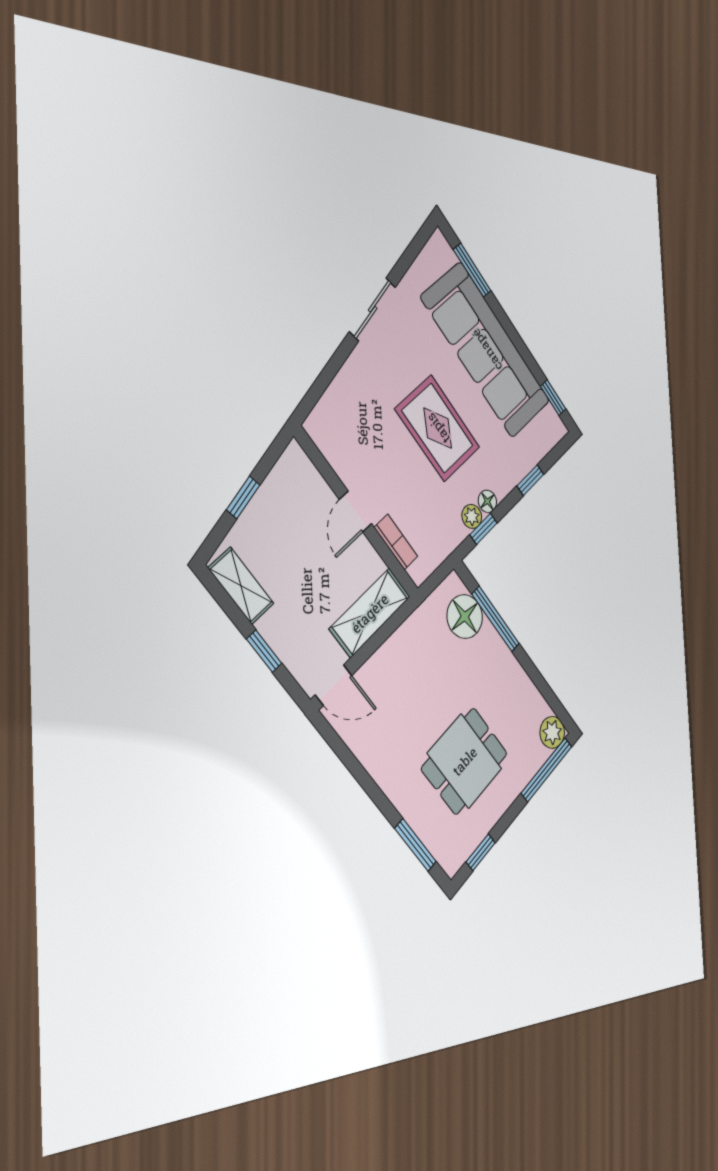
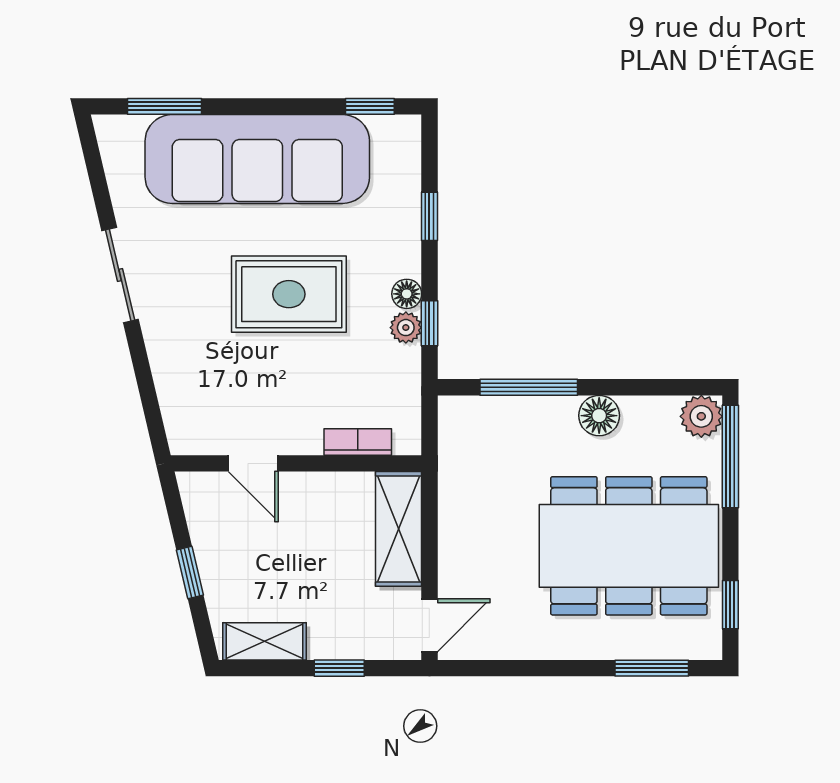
door: (356, 512) -> (253, 463), moved
floor lamp: (465, 617) -> (599, 416), moved, width x0.73, depth x0.73
dining table: (465, 761) -> (629, 546), width x1.88, depth x1.24

